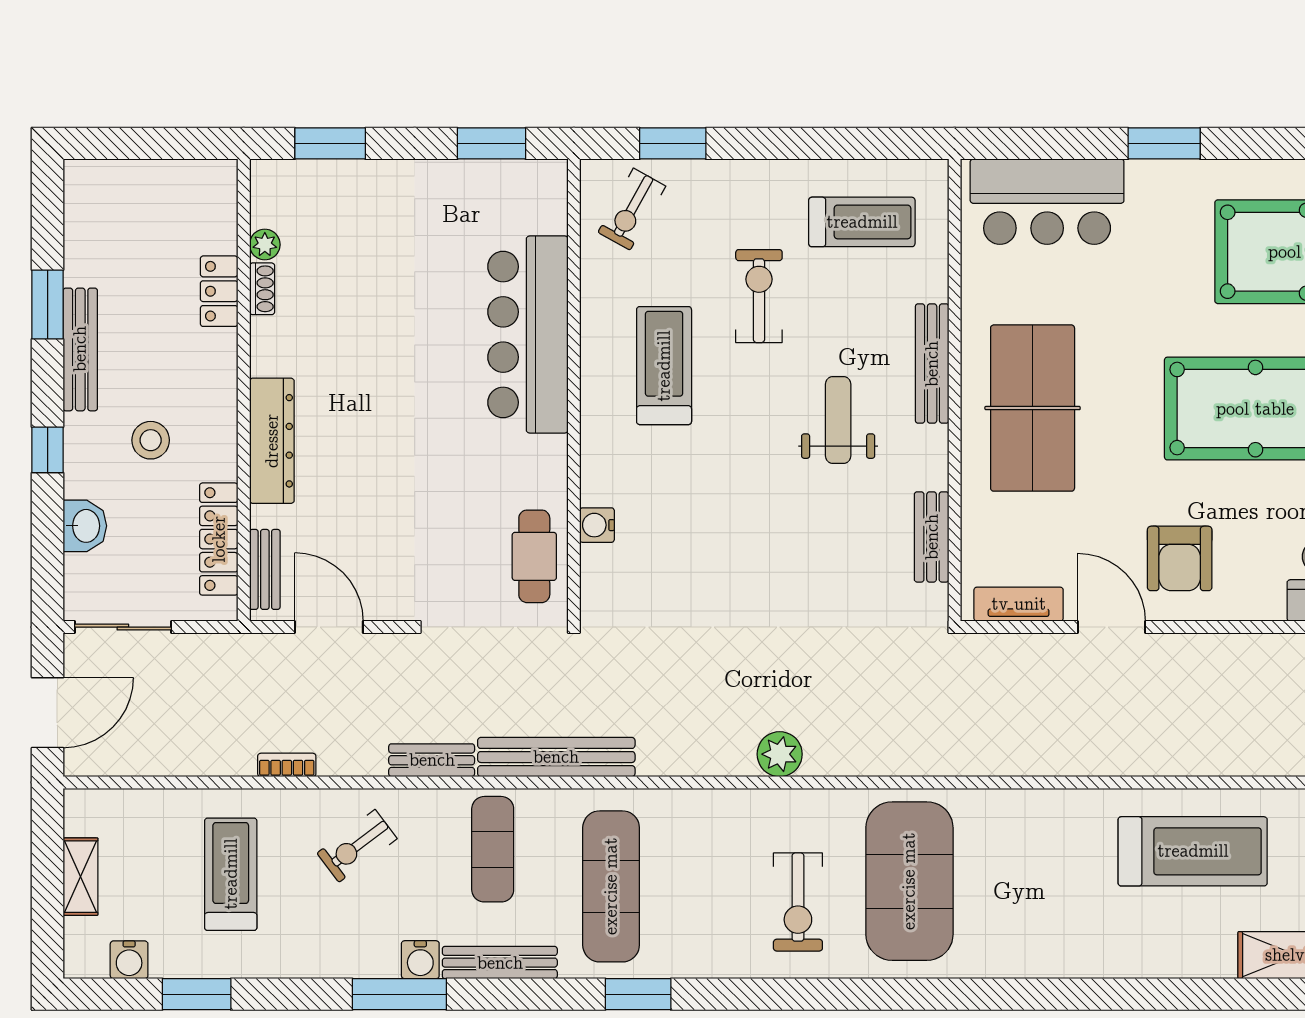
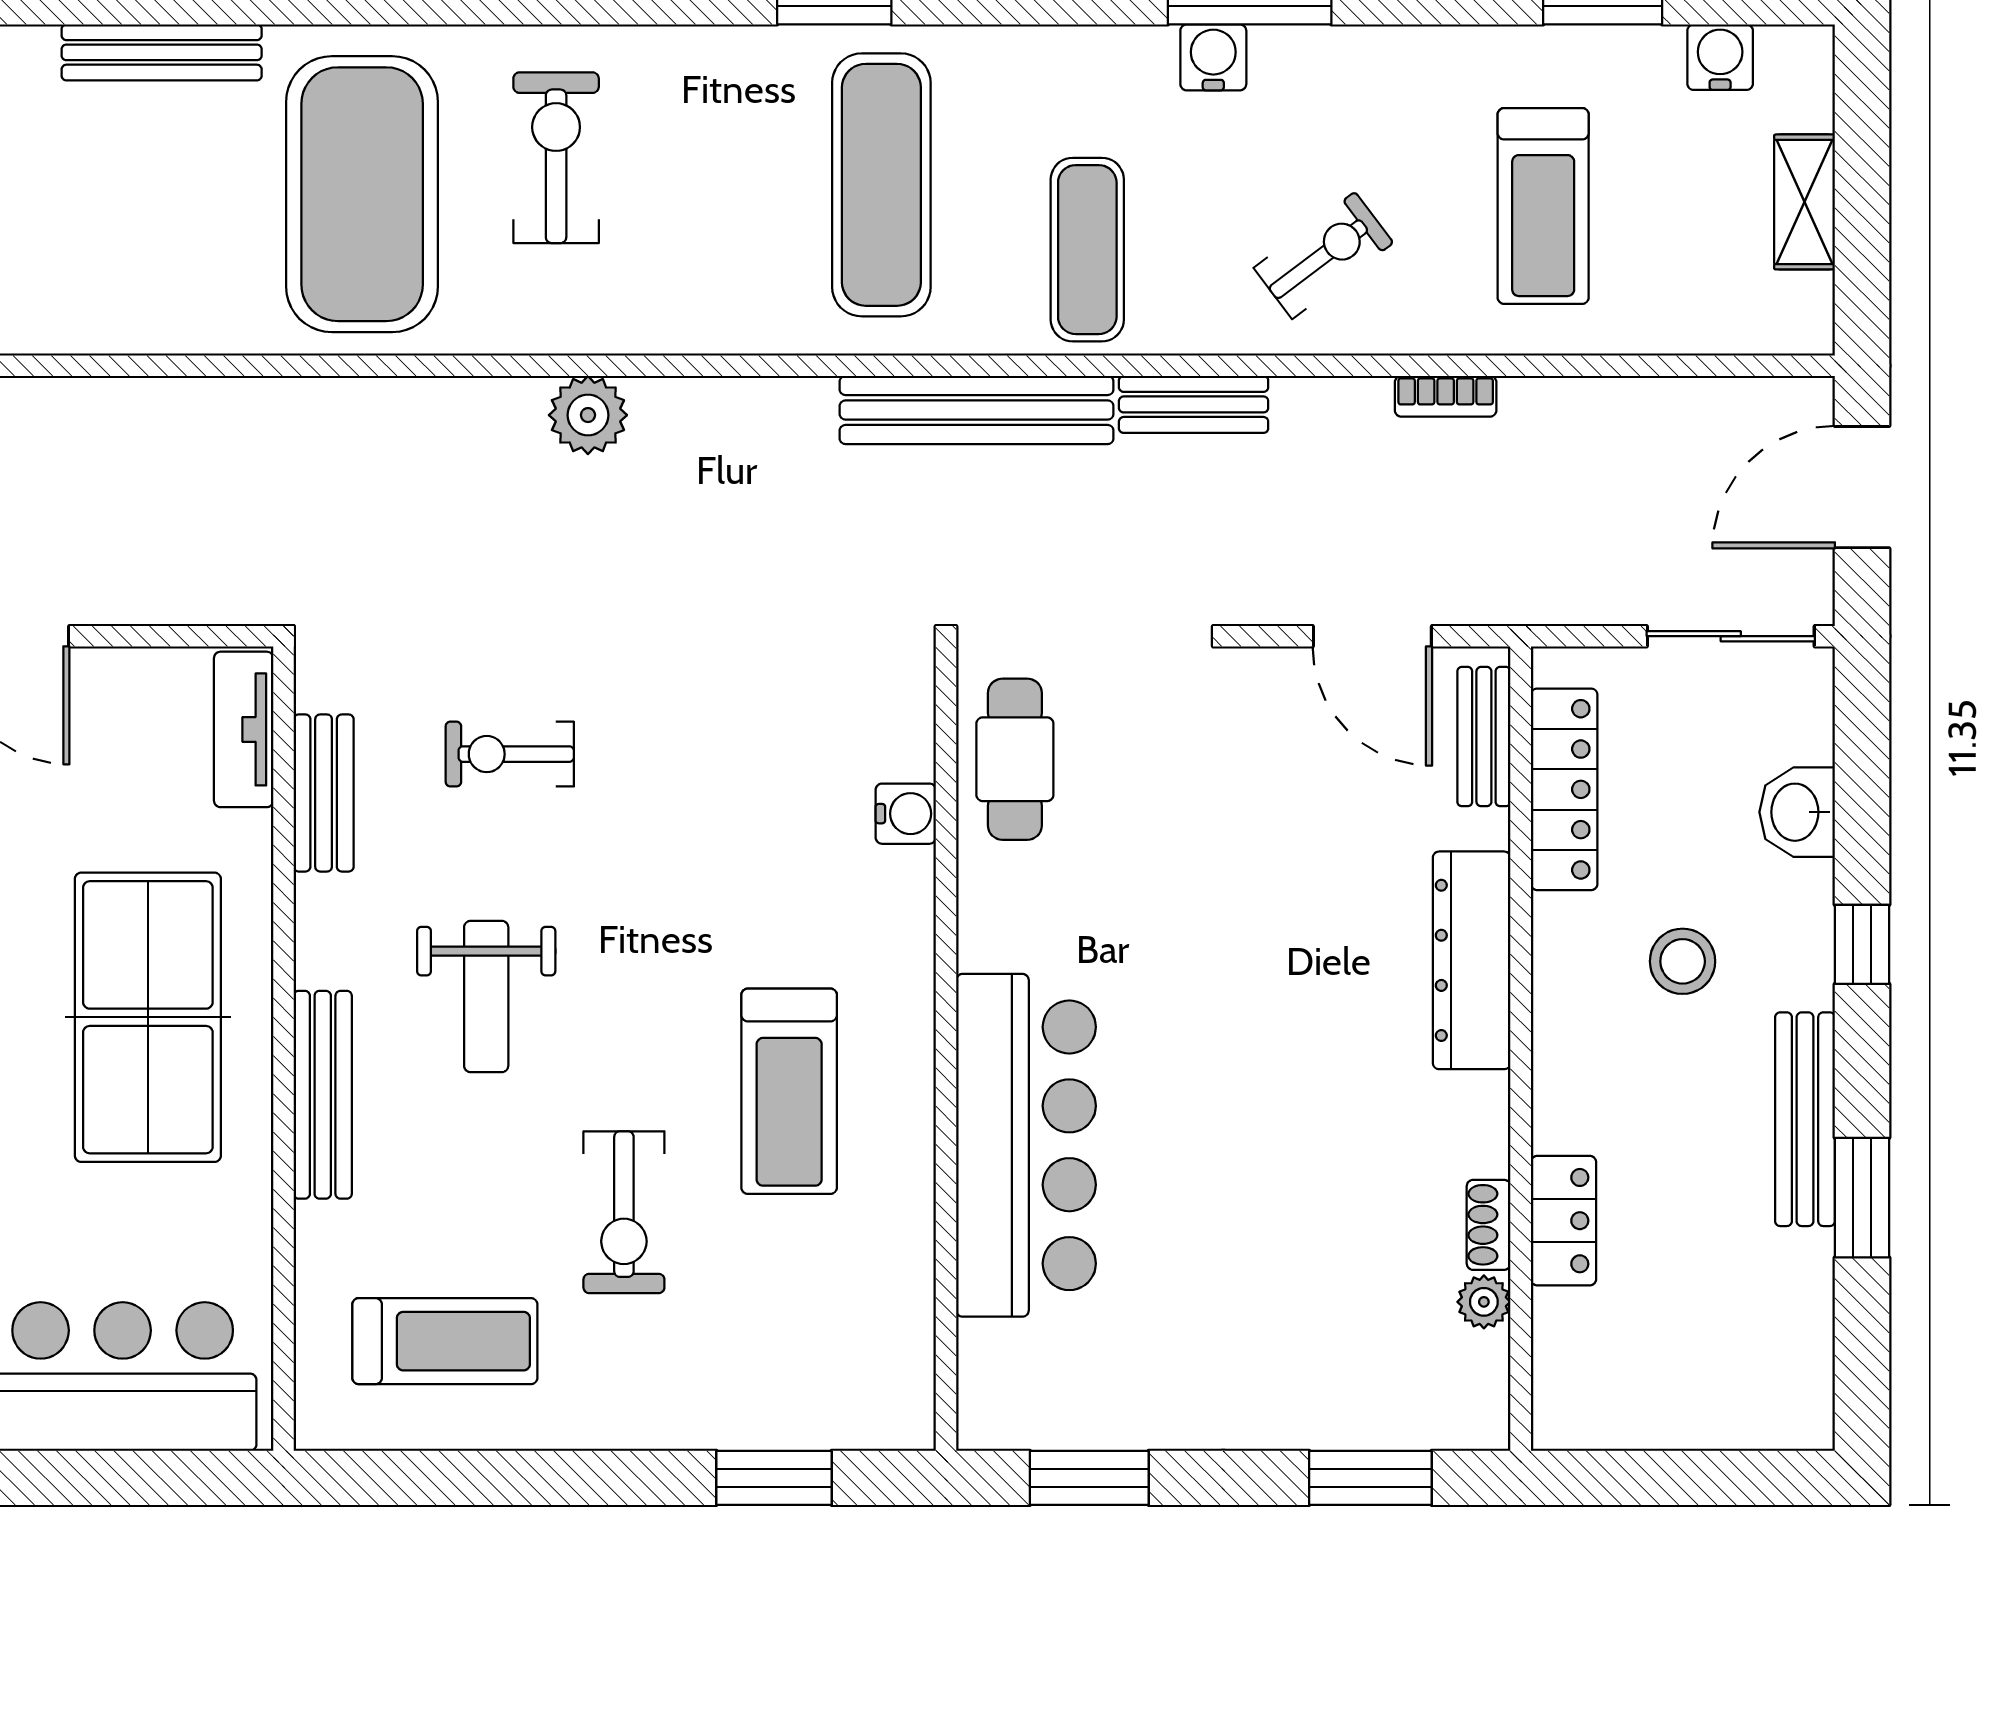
exercise bike: (632, 209) -> (510, 754), moved, turned -119
treadmill: (862, 222) -> (445, 1341), turned 180
tv unit: (1019, 604) -> (244, 729), moved, turned 90
bench: (500, 963) -> (162, 52), moved

